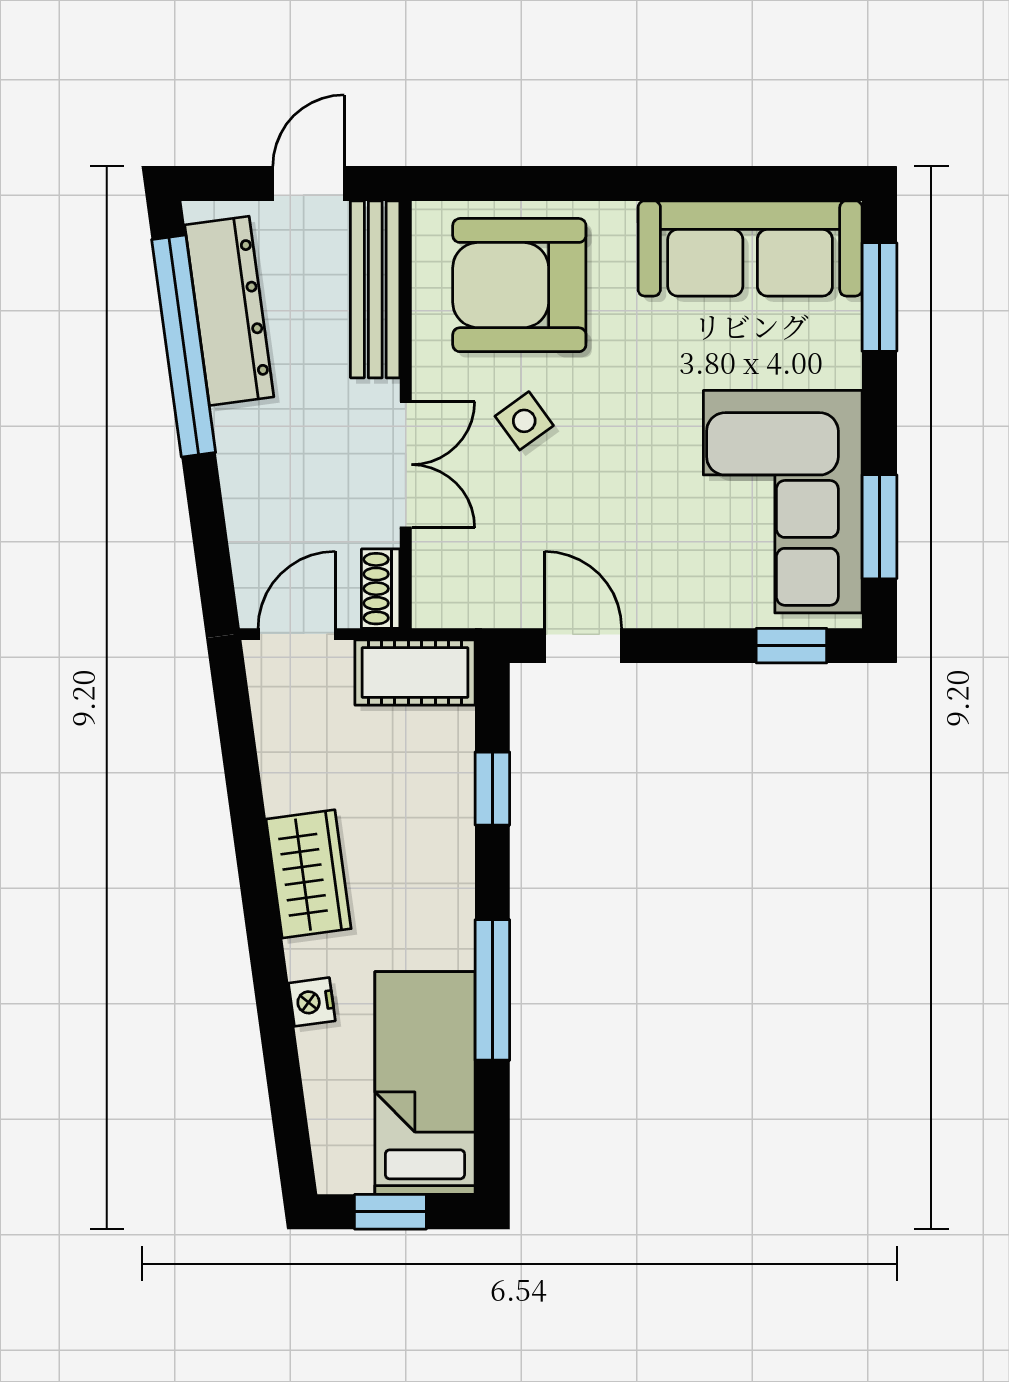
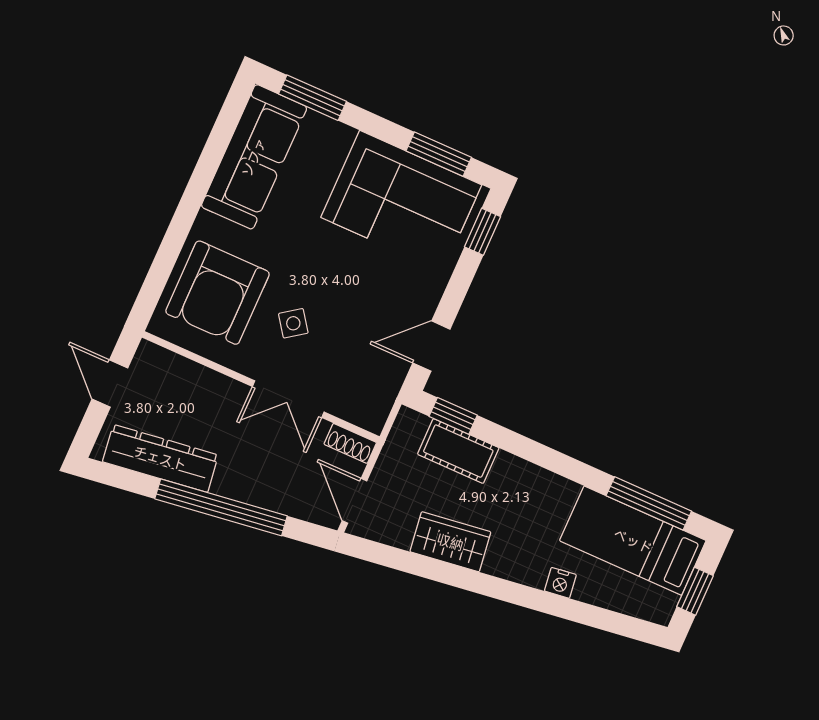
bench: (375, 289) -> (184, 373), removed
window: (184, 346) -> (221, 507), moved
double door: (406, 465) -> (288, 399), swing flipped
cot: (415, 673) -> (458, 451), moved, turned 90
window: (492, 789) -> (453, 416), moved
wardrobe: (309, 874) -> (450, 542), moved
window: (492, 990) -> (649, 503), moved

